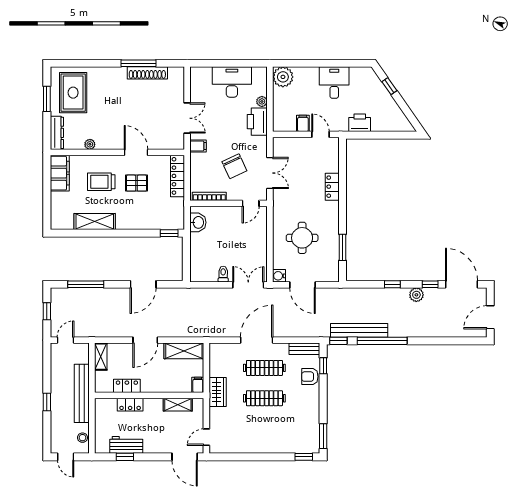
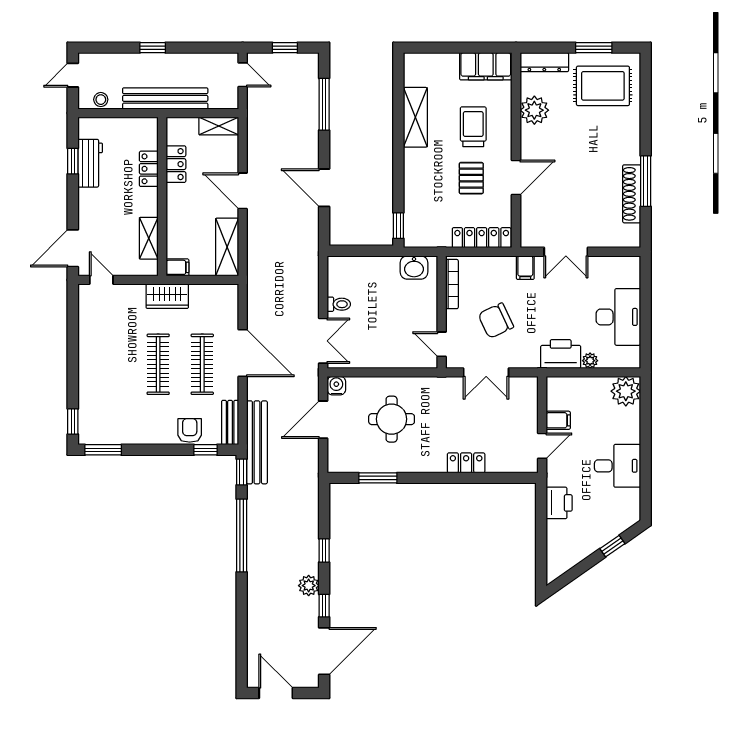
plant: (90, 144) -> (534, 110), width x1.88, depth x1.88
bench: (359, 330) -> (257, 442), moved

